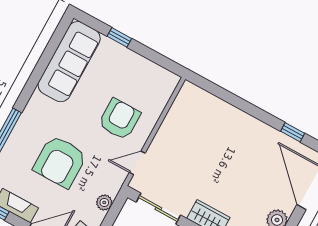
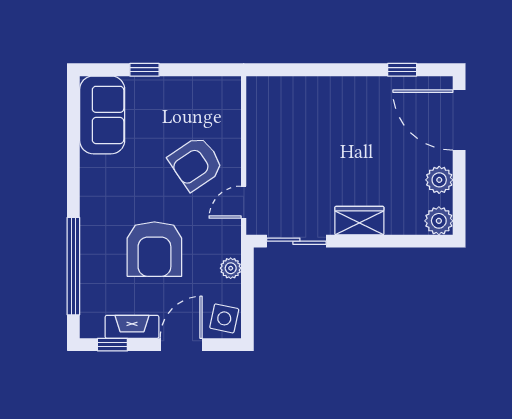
sofa: (69, 62) -> (102, 115), width x0.73
armchair: (119, 119) -> (196, 163), turned -124

